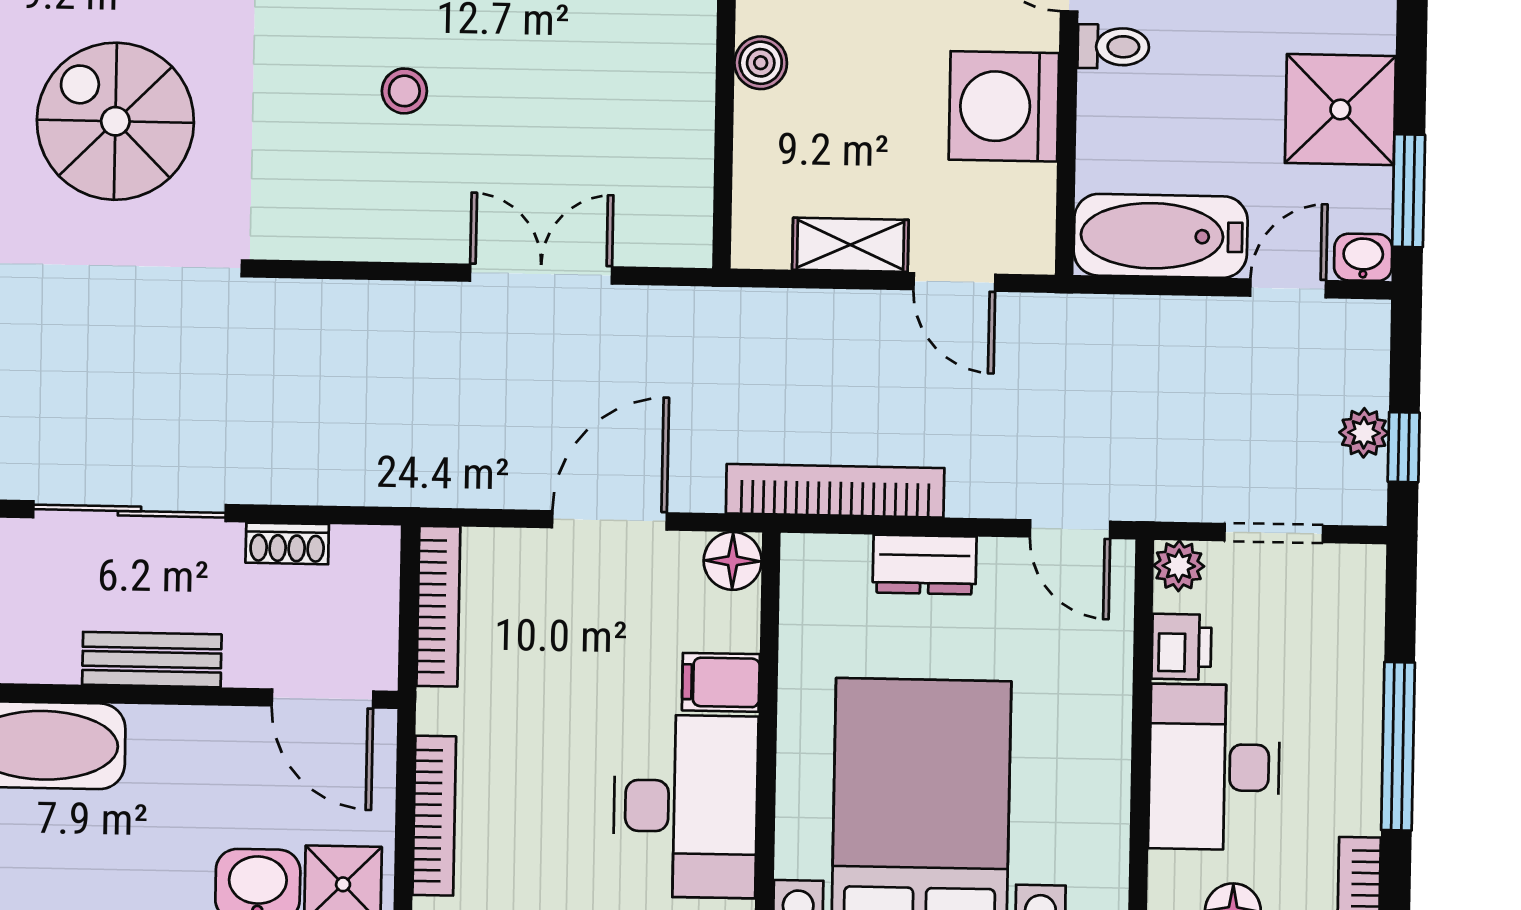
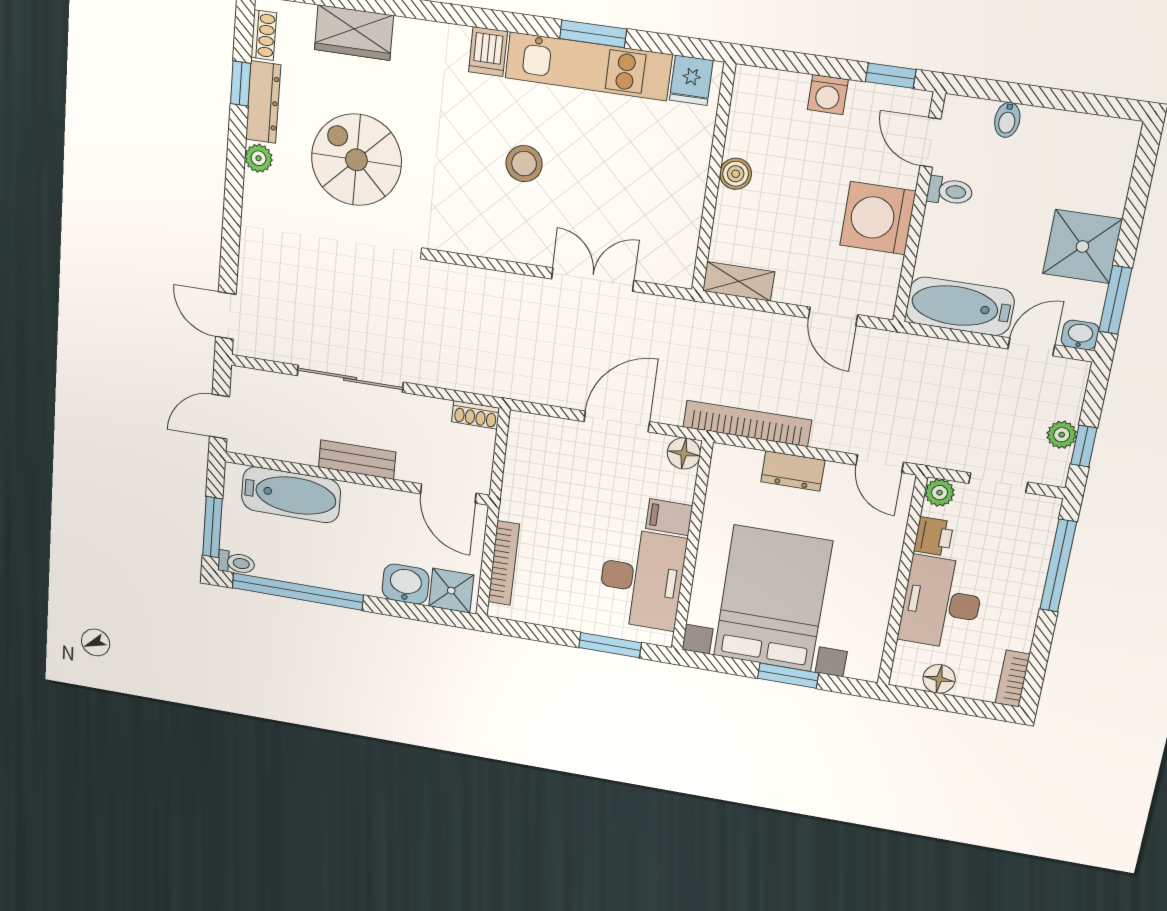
stool: (404, 91) -> (524, 164), width x1.37, depth x1.37
shelving: (850, 245) -> (739, 281), moved
shoe rack: (287, 543) -> (476, 415), moved
bookcase: (438, 606) -> (516, 454), removed
window: (1398, 746) -> (1058, 566), moved

